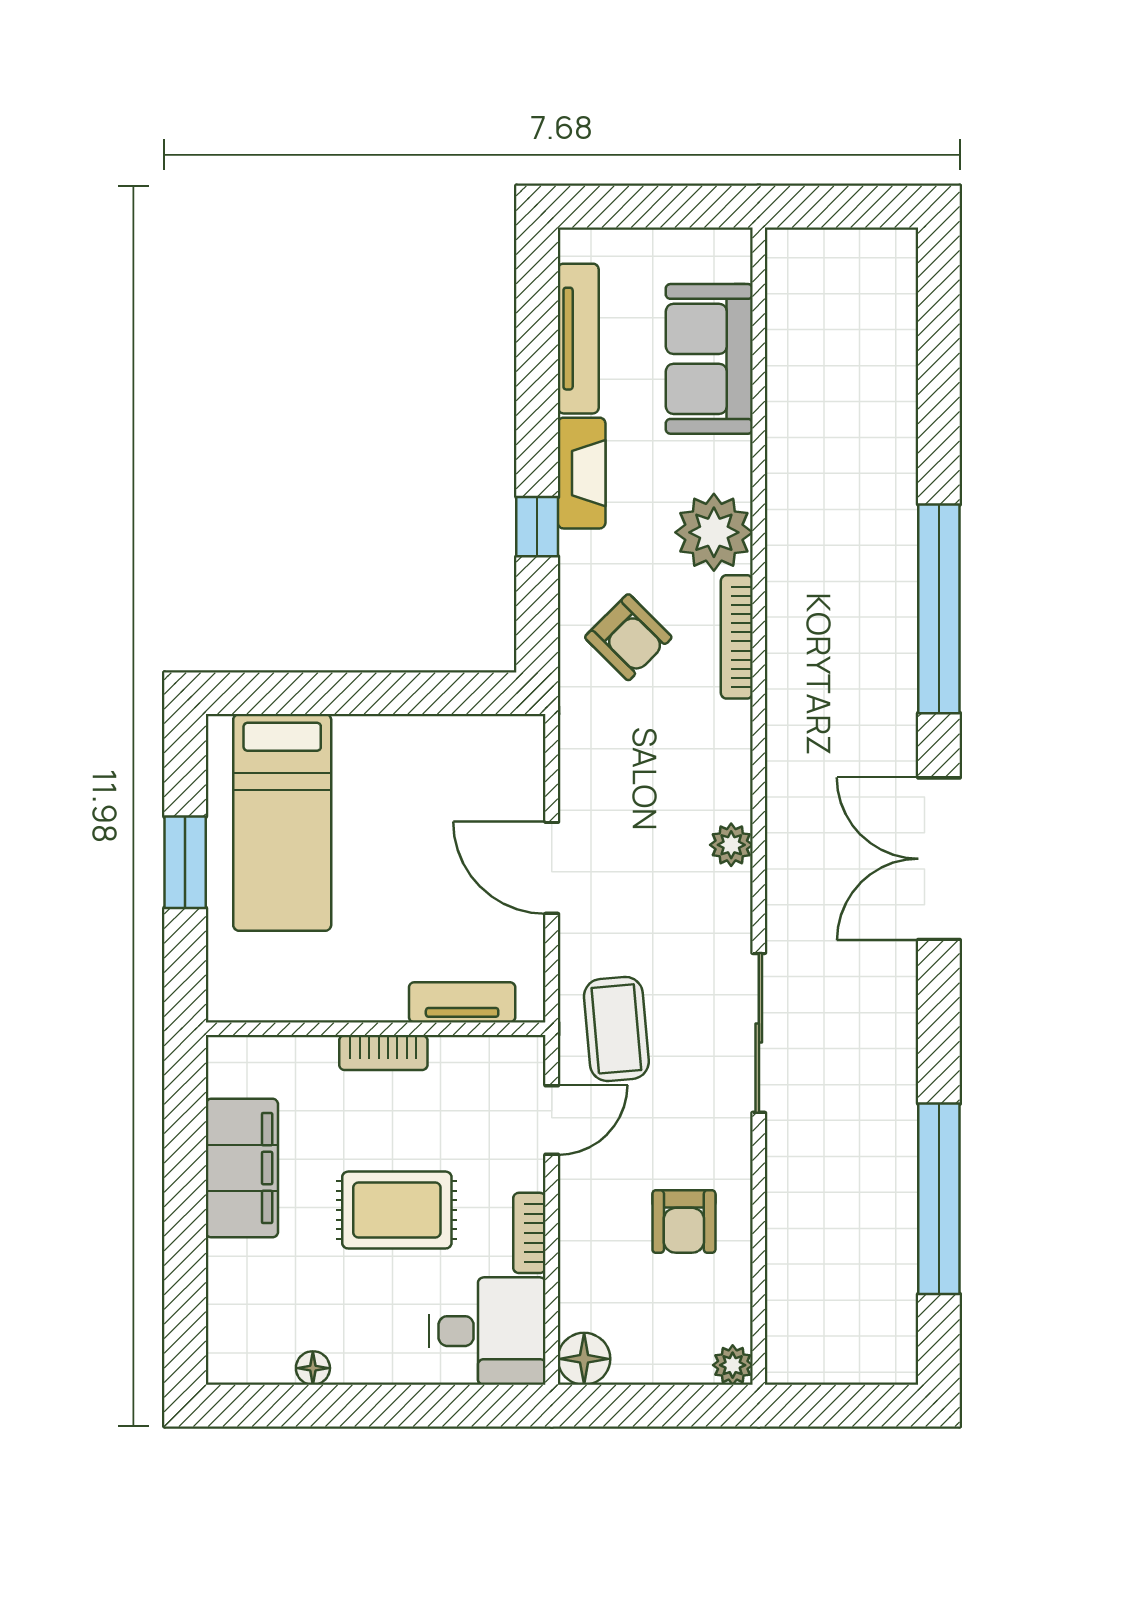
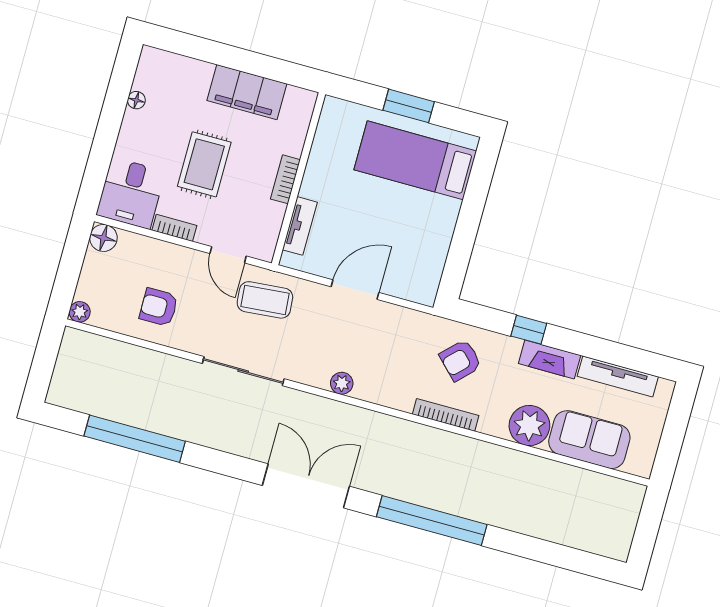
plant: (714, 532) -> (529, 426), moved

